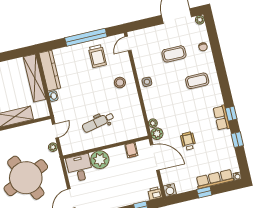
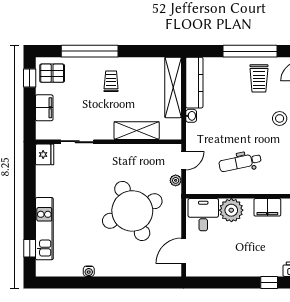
filing cabinet: (131, 150) -> (267, 207), width x2.00

